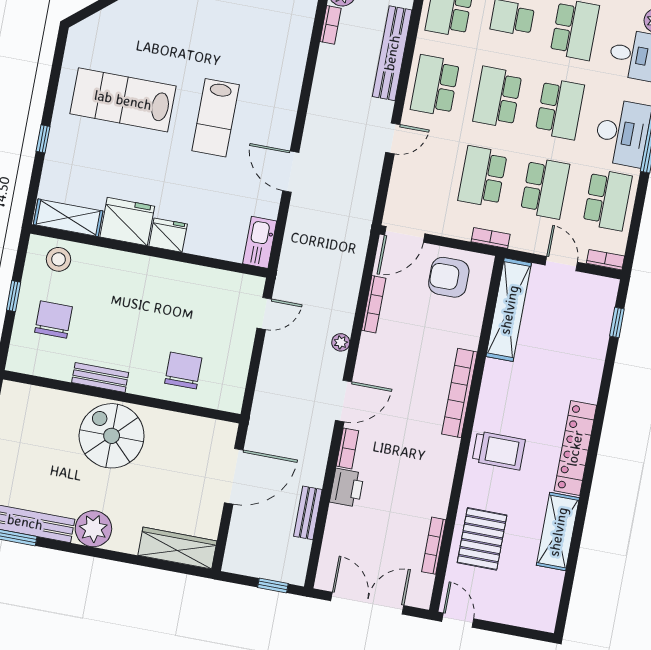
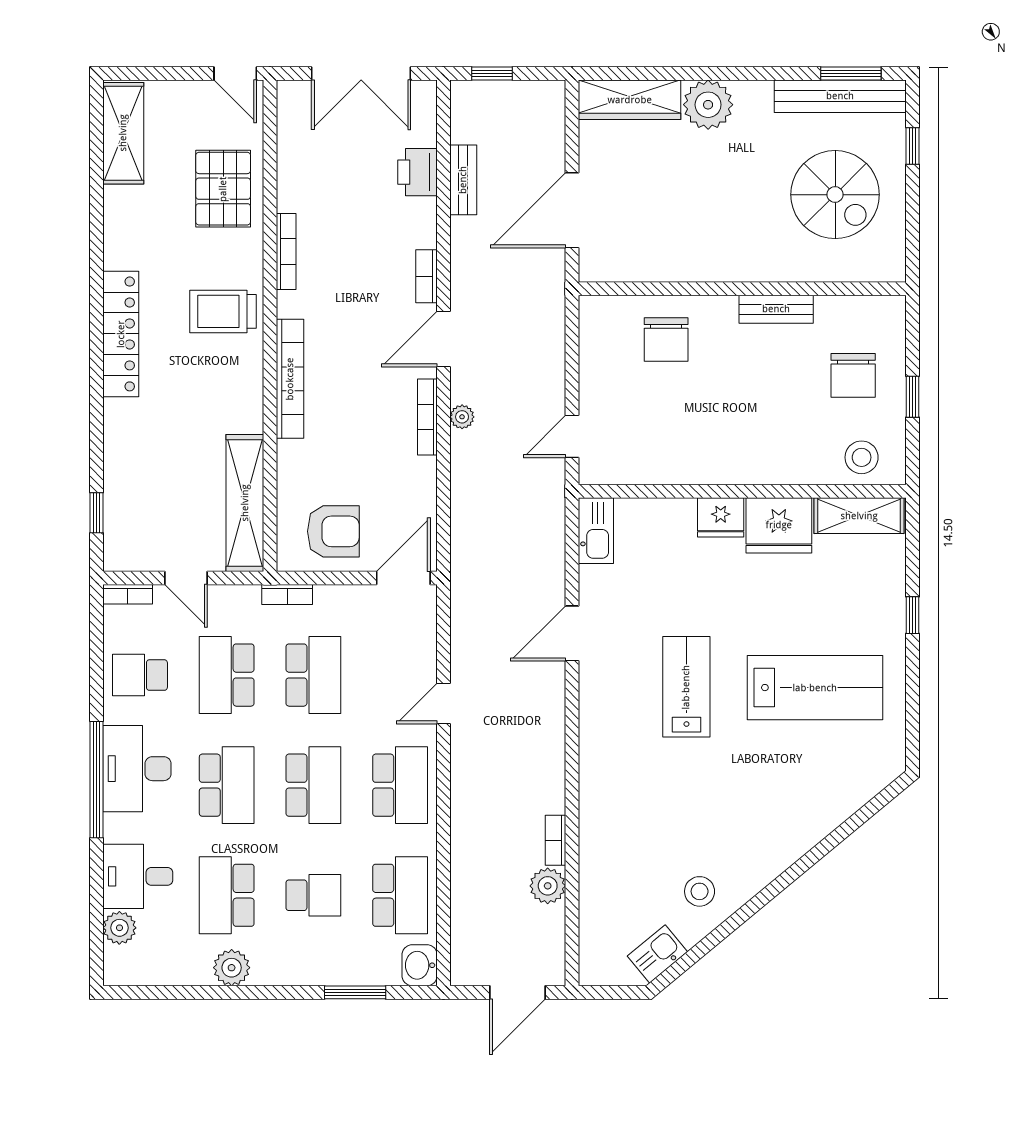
bench: (392, 53) -> (466, 818), removed
school desk: (560, 109) -> (227, 785), turned 180
door: (291, 172) -> (572, 633), swing flipped
school desk: (607, 200) -> (140, 675), width x0.54
bookcase: (374, 304) -> (427, 417), moved
spiral stairs: (112, 436) -> (835, 195), moved
printer: (347, 488) -> (417, 172), moved
plant: (93, 529) -> (708, 105), moved
shelving: (558, 532) -> (123, 133), moved
bookcase: (434, 546) -> (286, 252), moved

